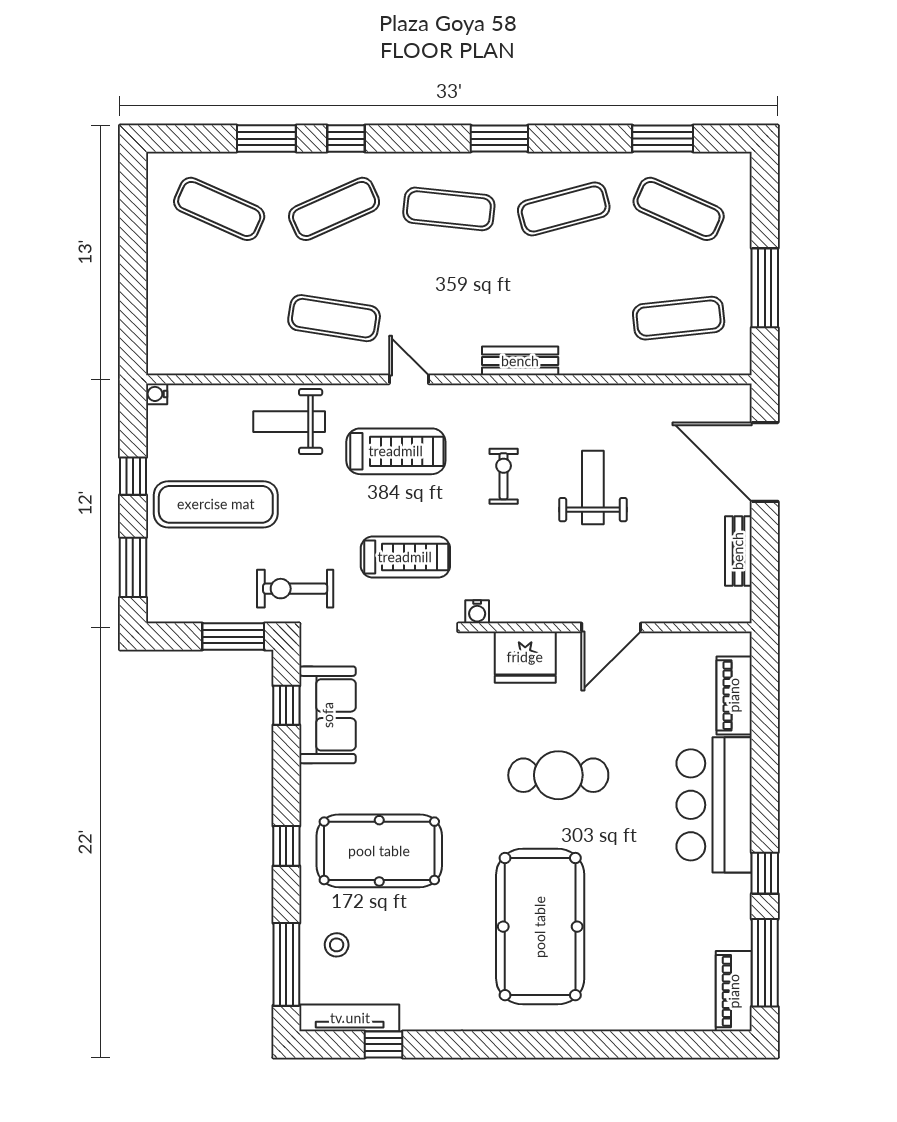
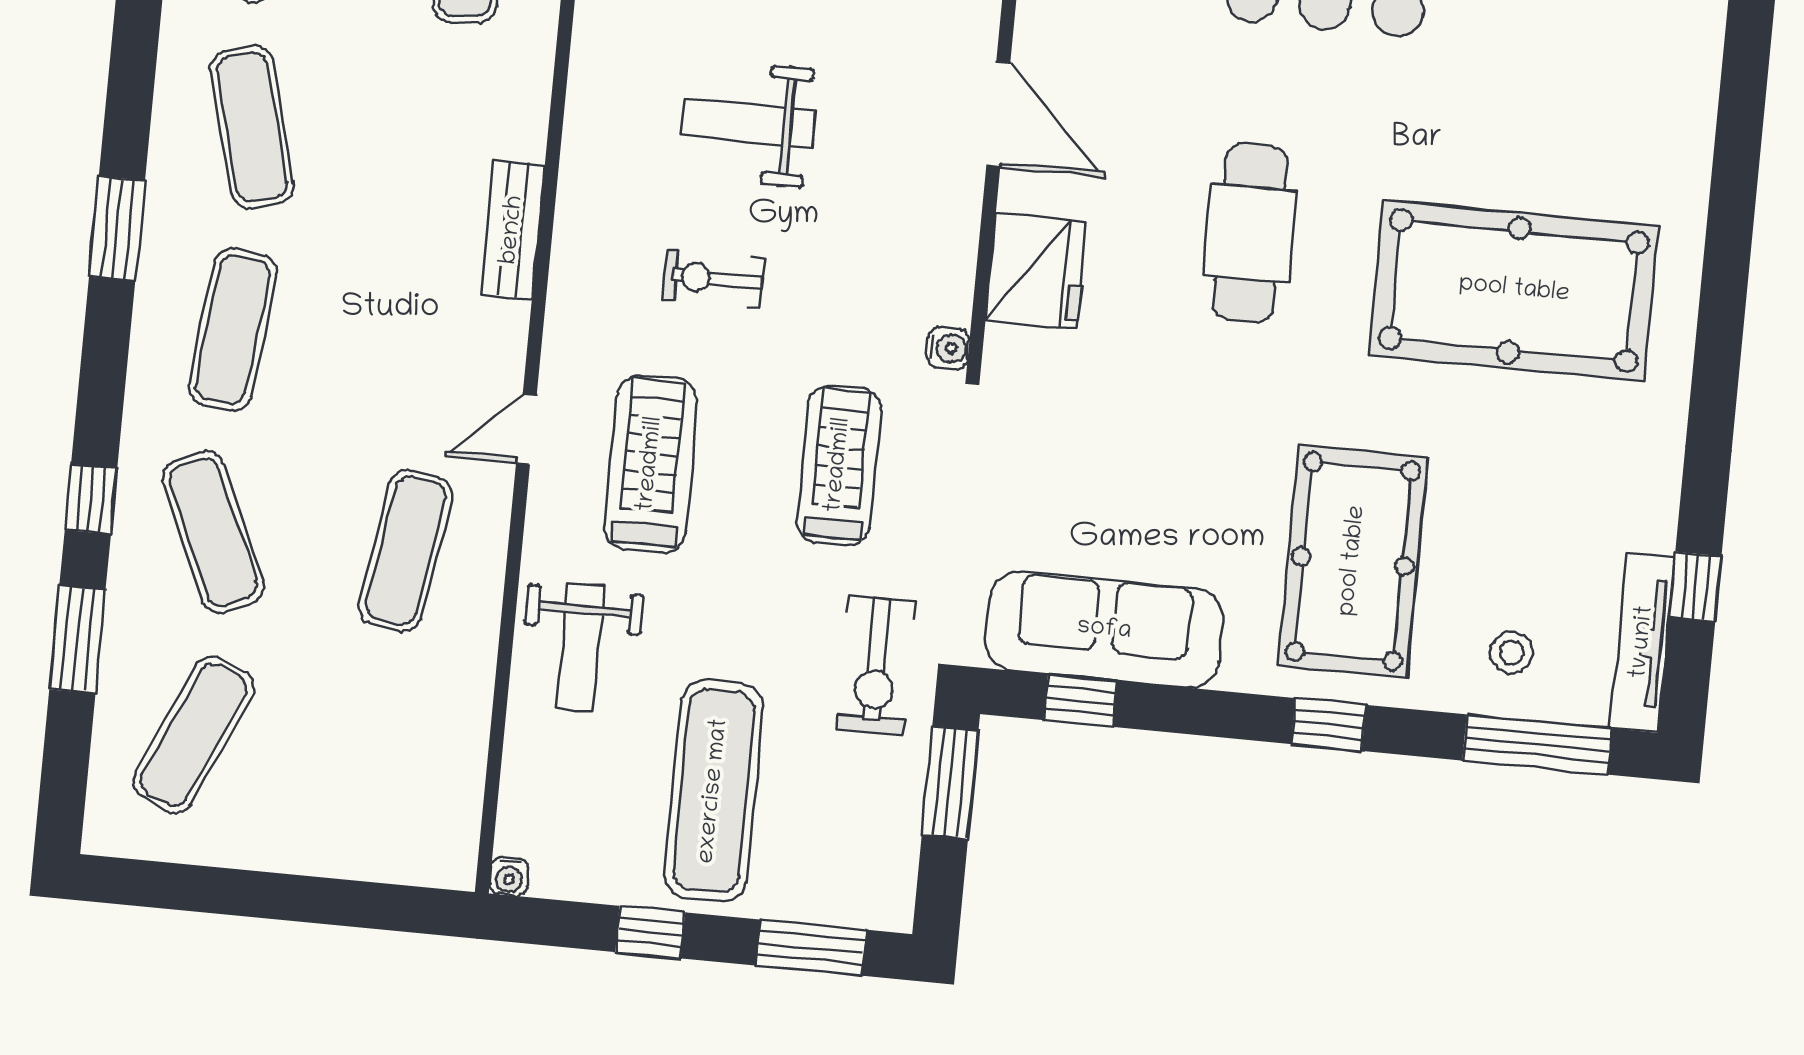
sofa: (328, 715) -> (1104, 630), width x1.36

